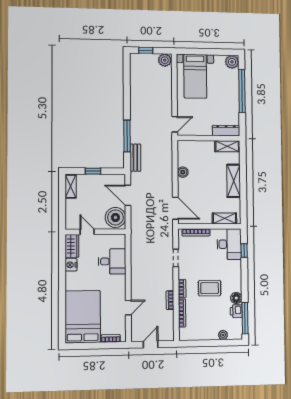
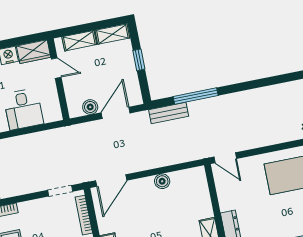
shelving: (71, 211) -> (79, 41), added
boiler: (115, 217) -> (90, 107), width x0.54, depth x0.54
door: (87, 232) -> (56, 68), hinge flipped
doorway: (176, 258) -> (60, 191), moved

